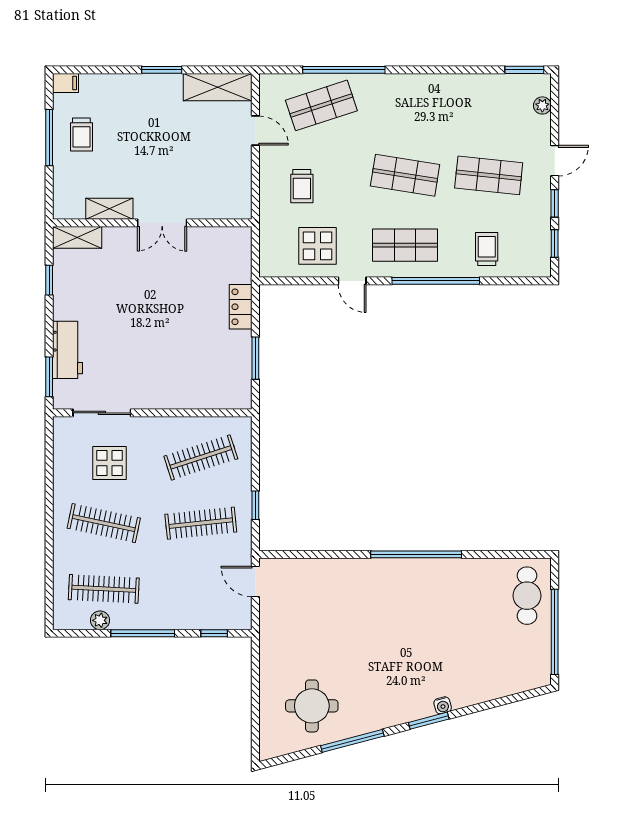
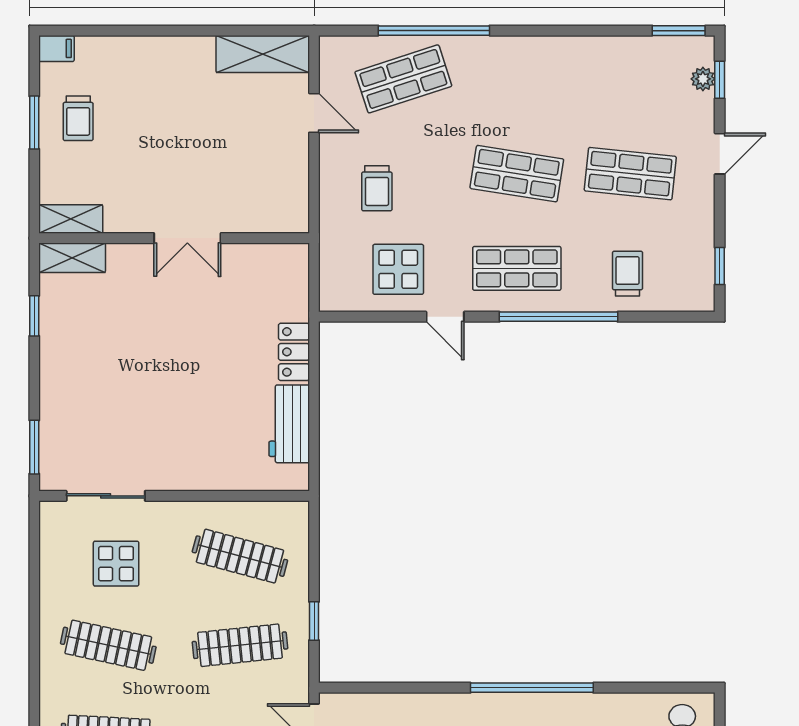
window: (162, 70) -> (187, 31), removed
window: (49, 138) -> (34, 123), width x0.69
window: (555, 203) -> (720, 80), moved
shelving: (109, 209) -> (71, 219), moved
workbench: (67, 350) -> (289, 424), moved, turned 180
window: (255, 358) -> (314, 422), removed
clothes rail: (201, 457) -> (240, 556), turned 33

